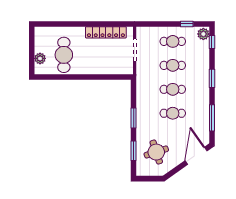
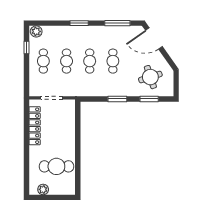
window: (212, 42) -> (44, 23), removed
plant: (40, 58) -> (43, 189), moved

